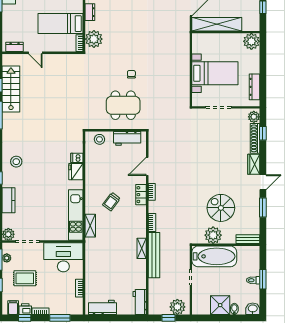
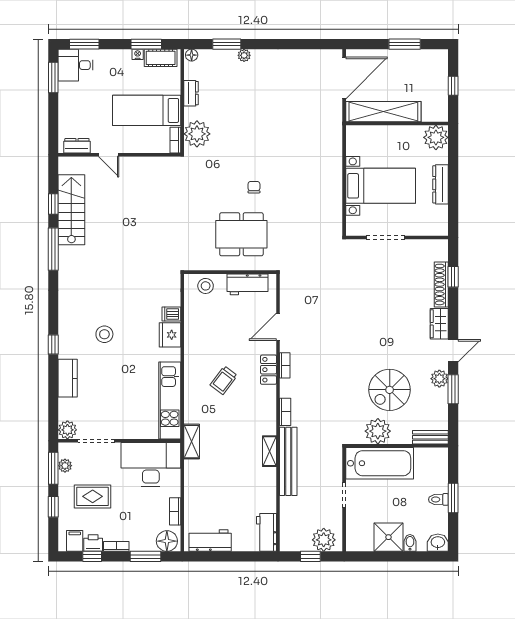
dresser: (255, 87) -> (441, 184), moved
plant: (254, 117) -> (439, 379), moved
stool: (16, 162) -> (104, 334), moved
spiral stairs: (221, 208) -> (390, 390), turned -90
shelving: (90, 226) -> (192, 442), moved
floor lamp: (74, 308) -> (167, 541), added

